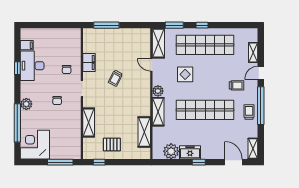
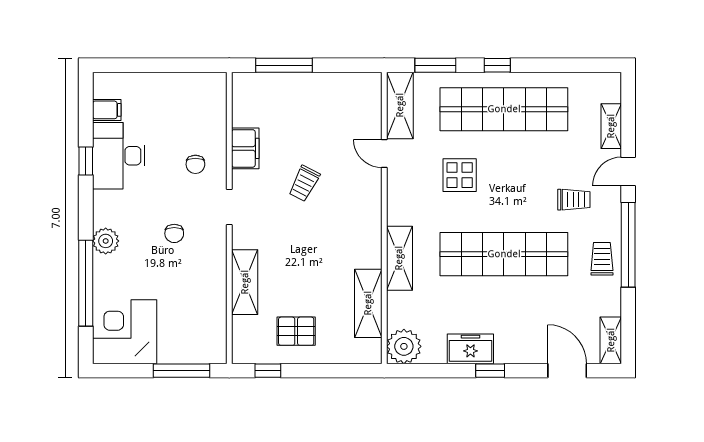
plant: (158, 91) -> (399, 212), removed
plant: (171, 151) -> (404, 346), moved

